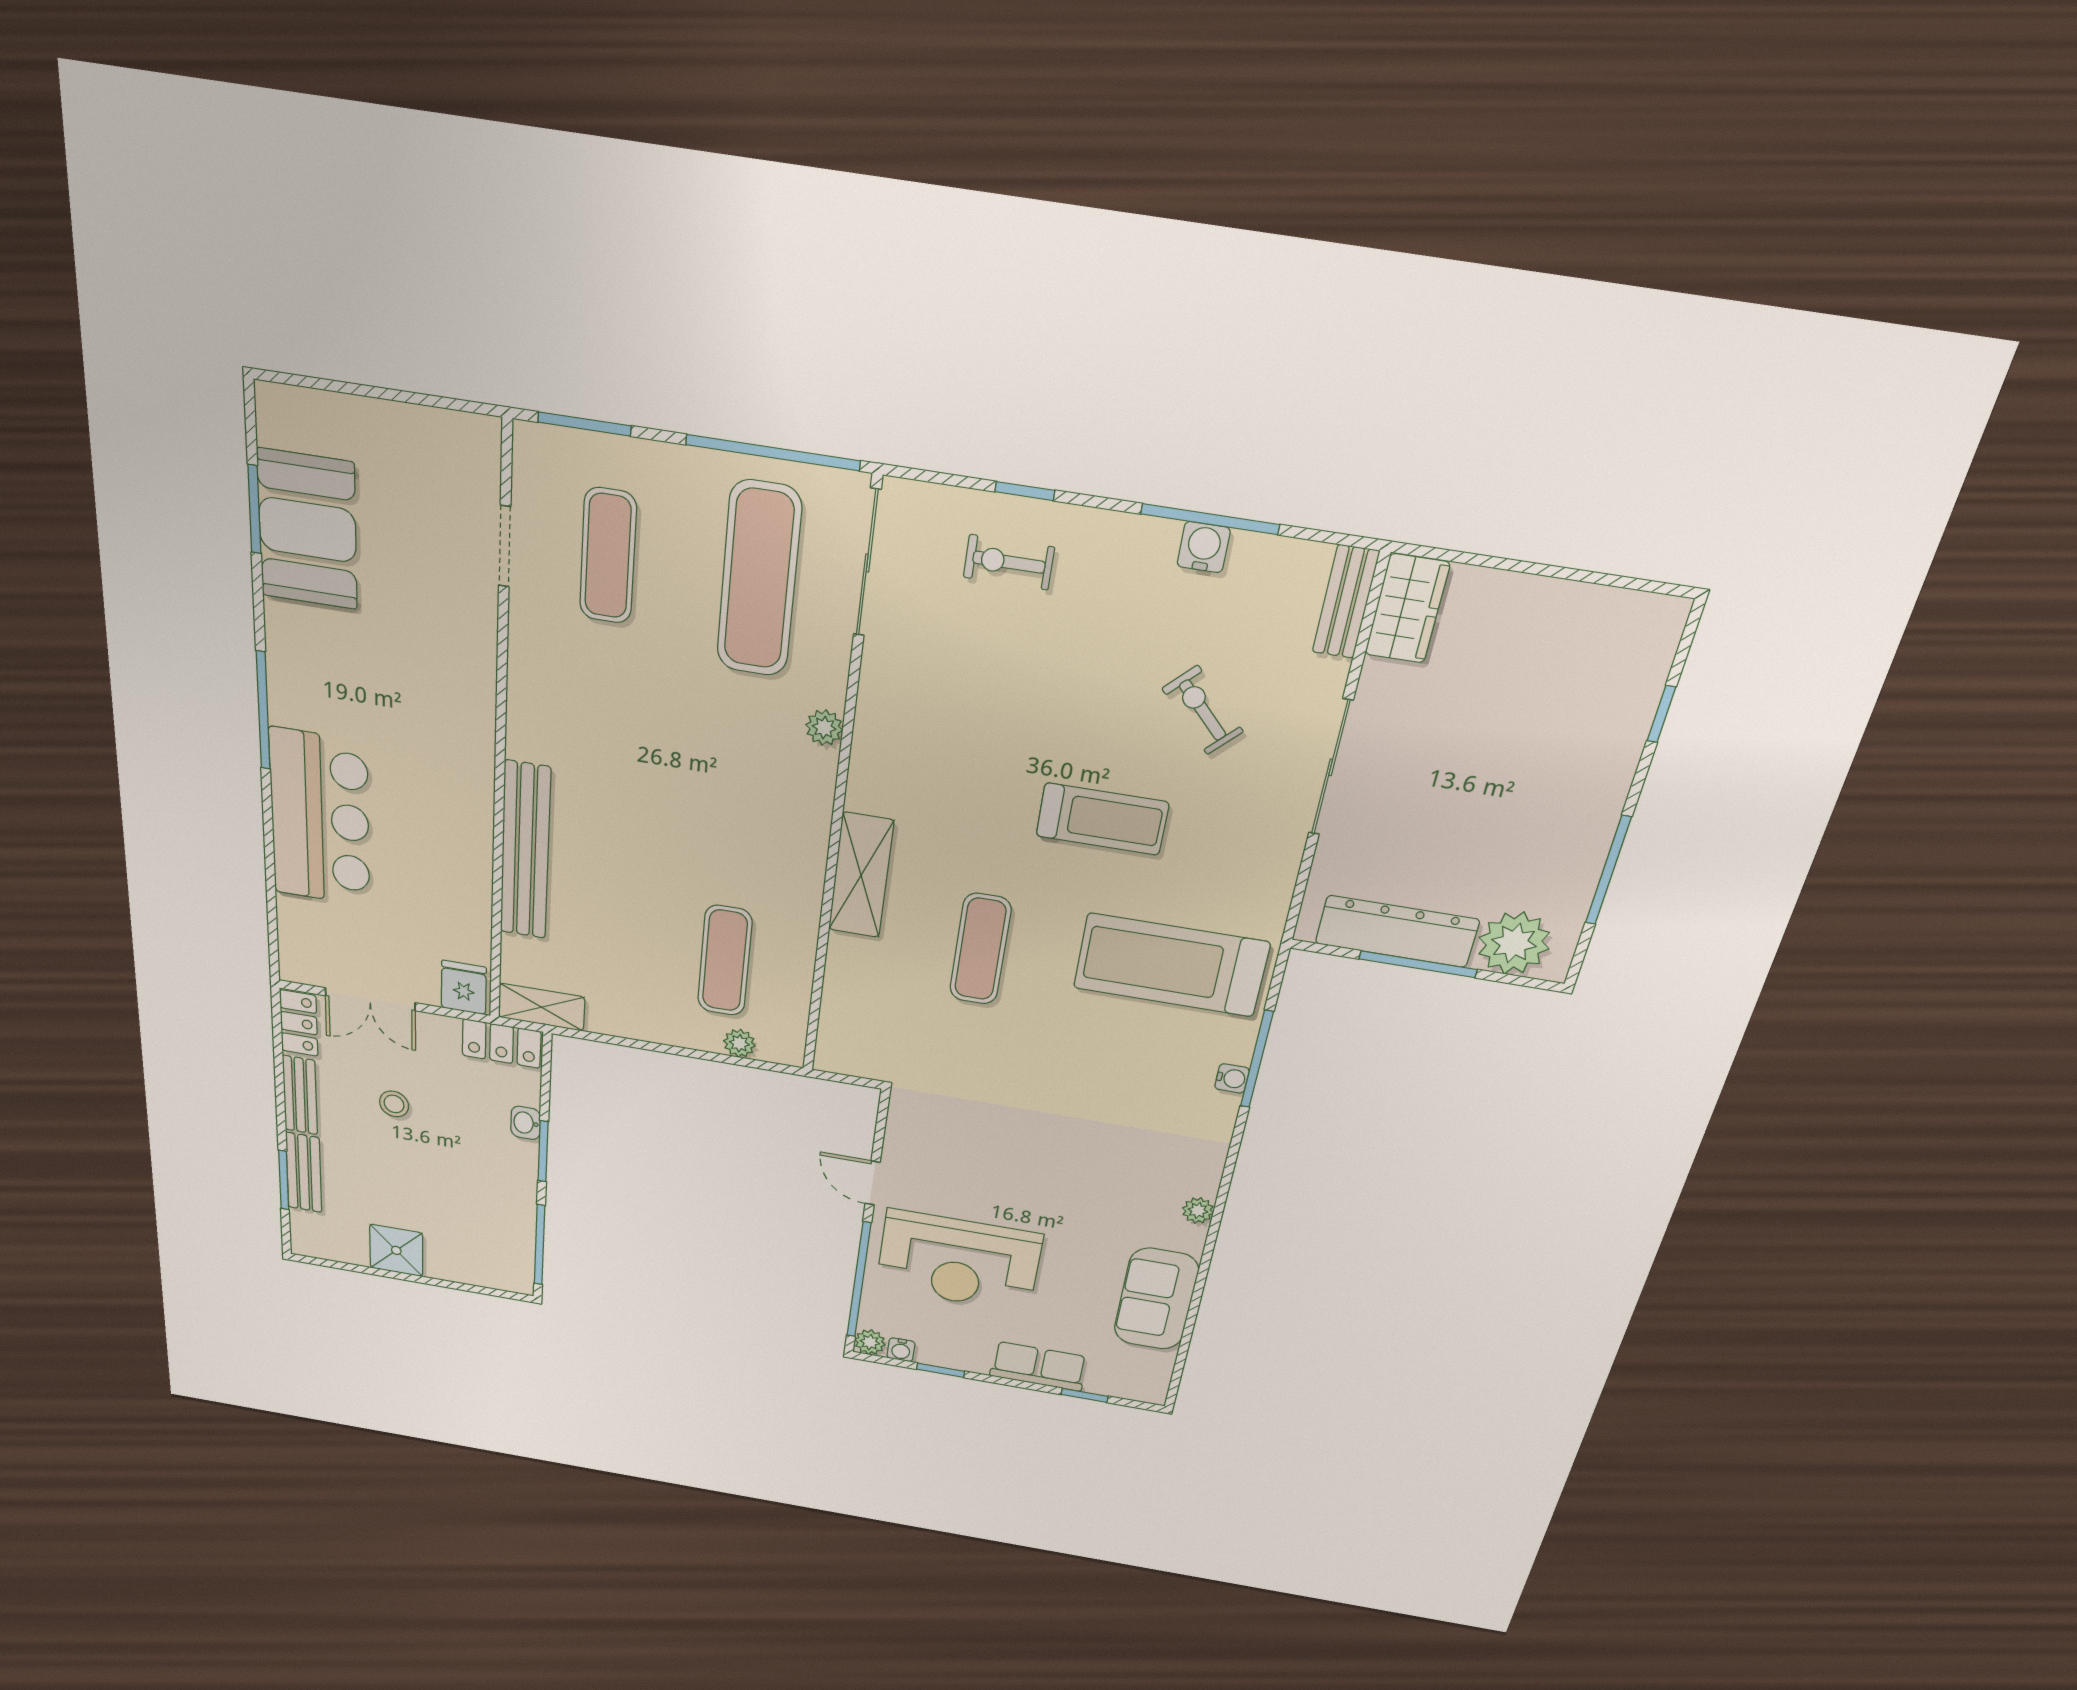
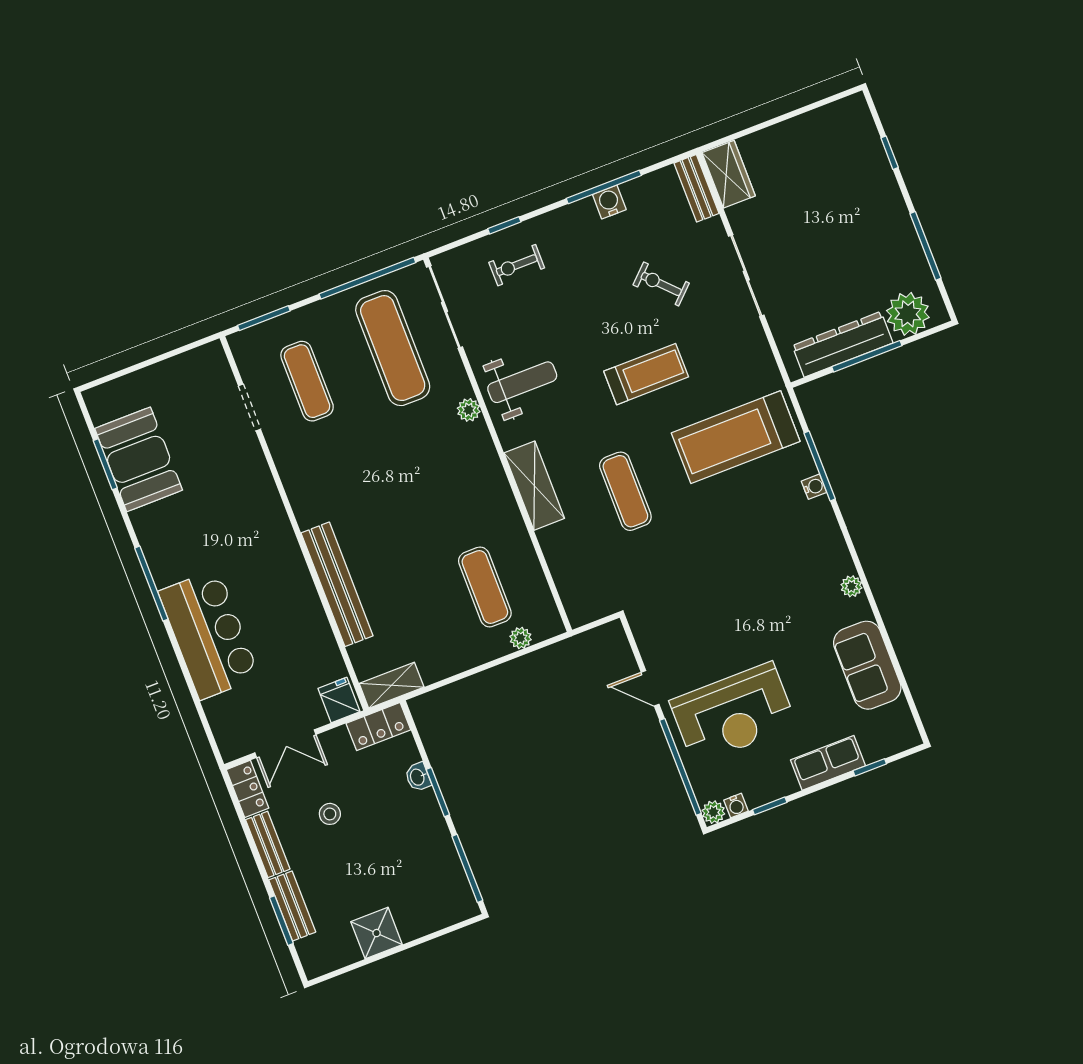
weight bench: (921, 733) -> (522, 382), added

